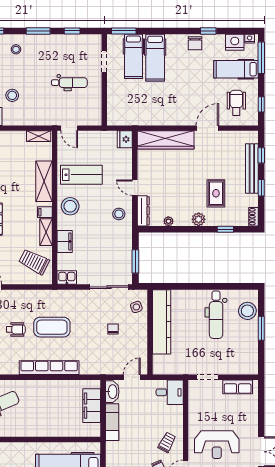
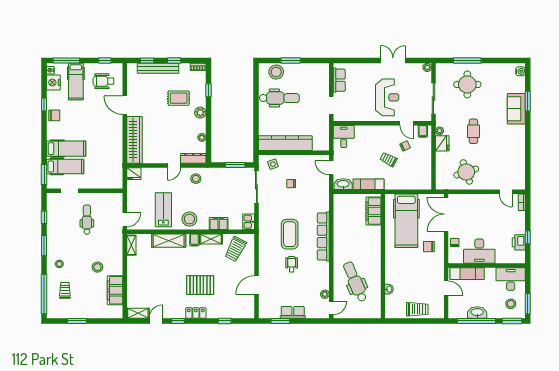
filing cabinet: (92, 406) -> (374, 211), moved, turned 90
trolley: (167, 442) -> (389, 159), moved

